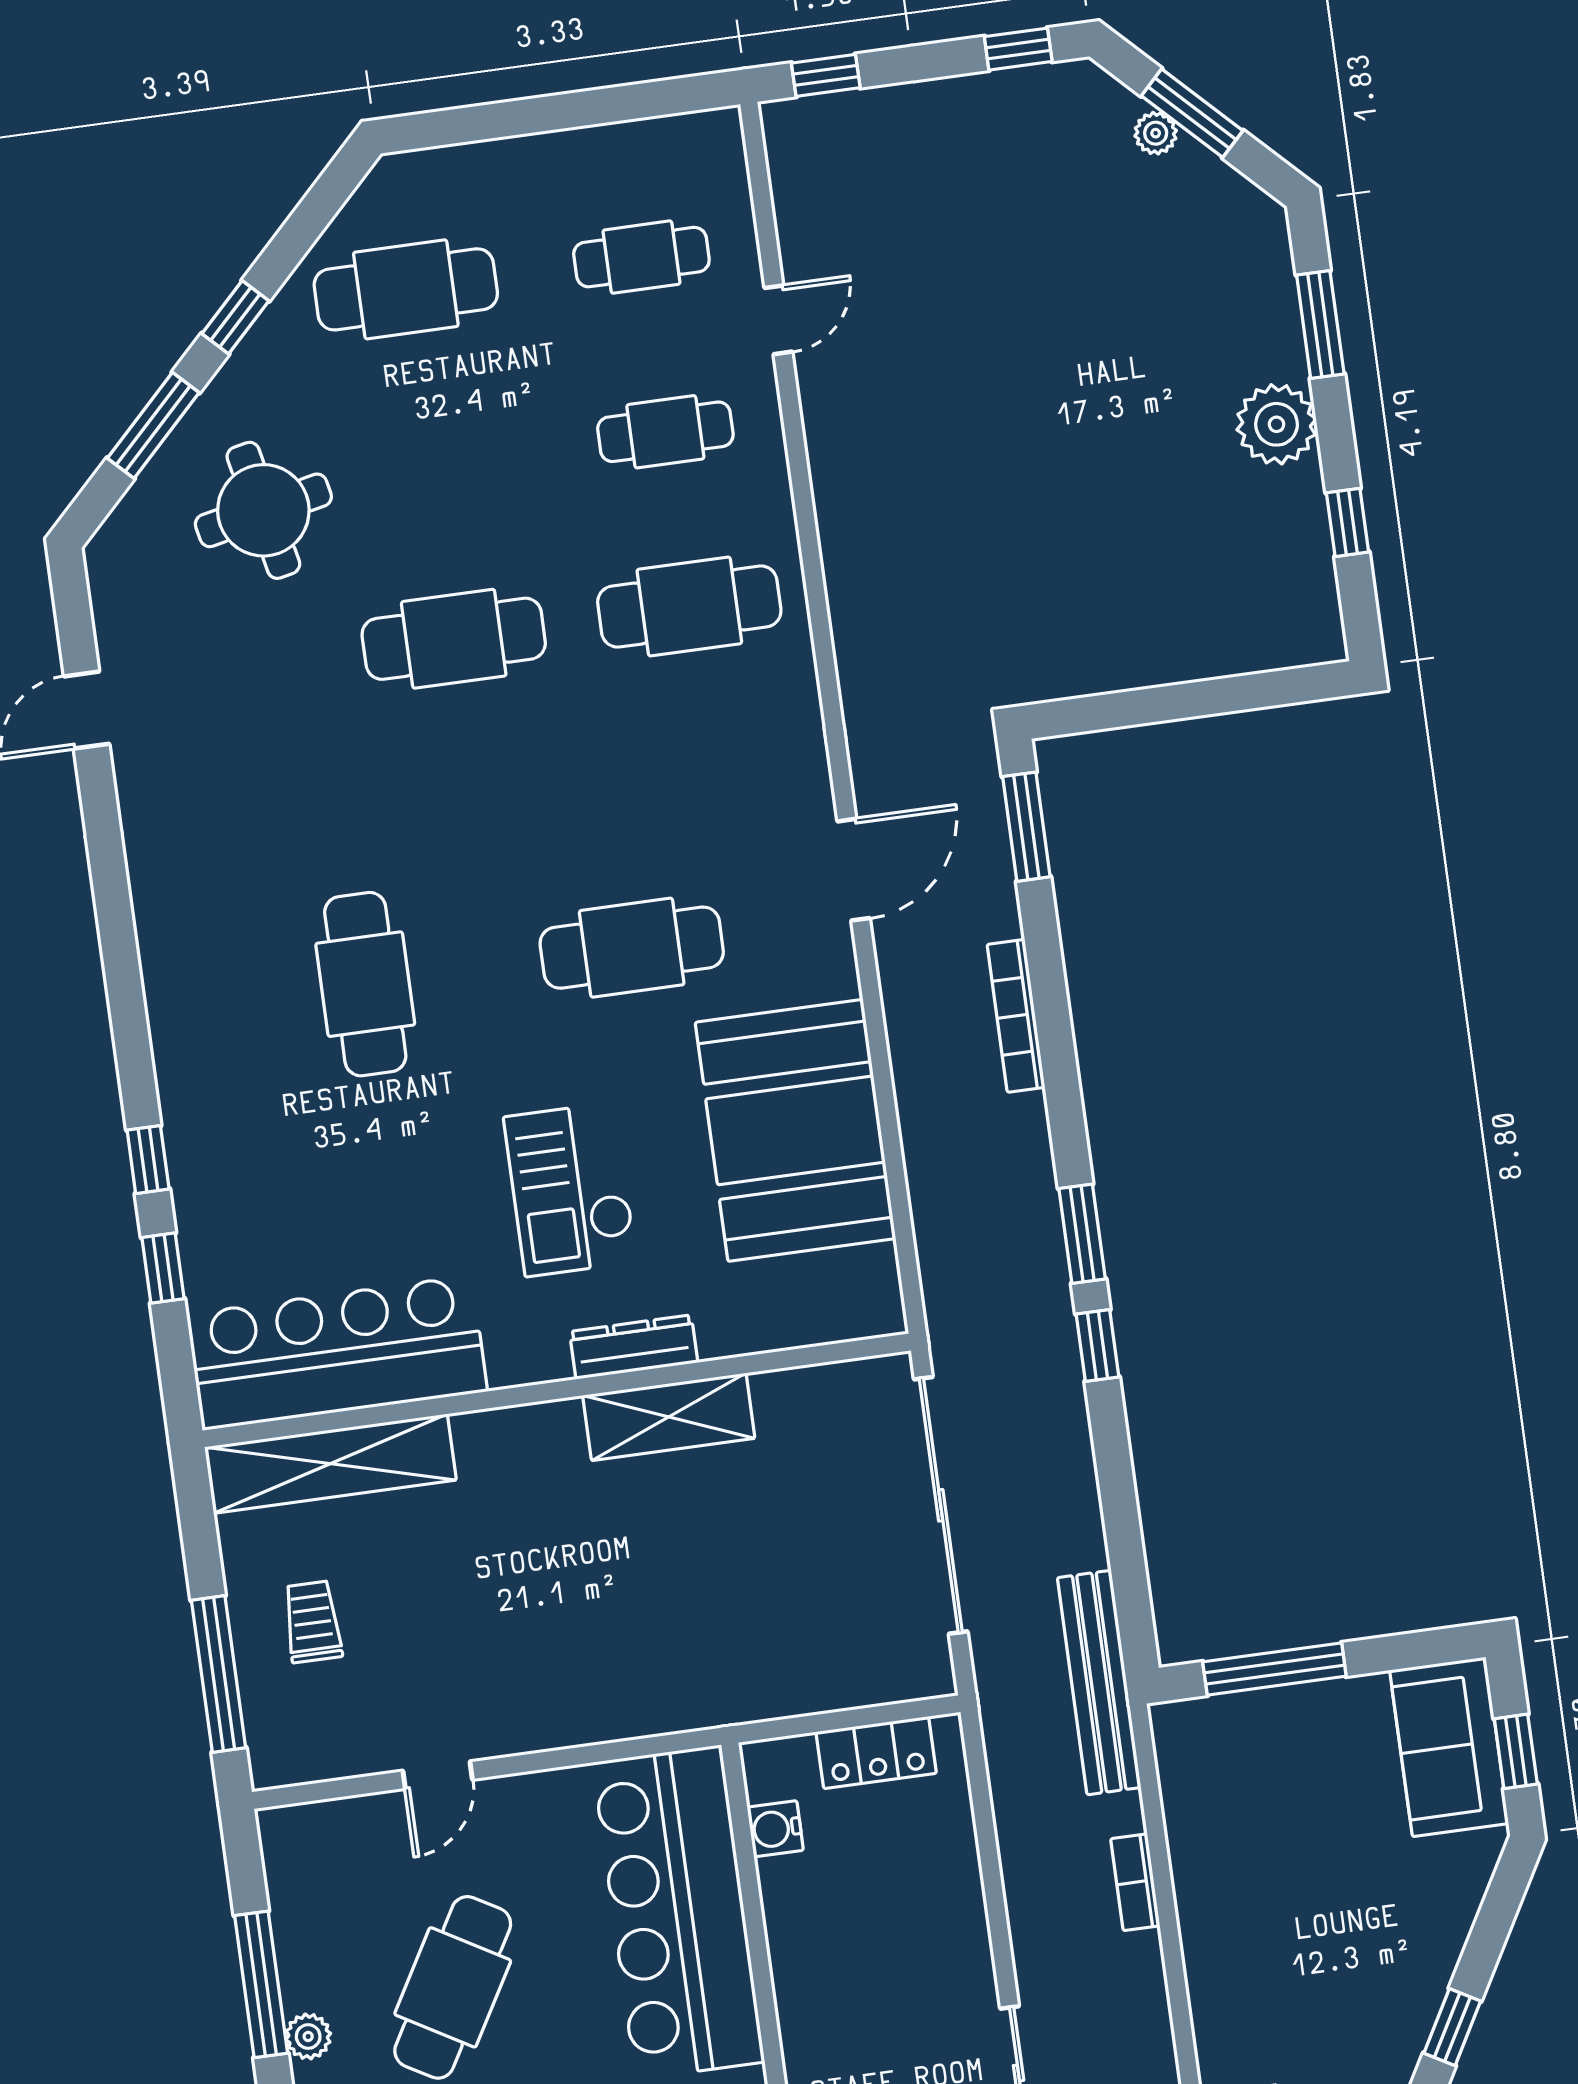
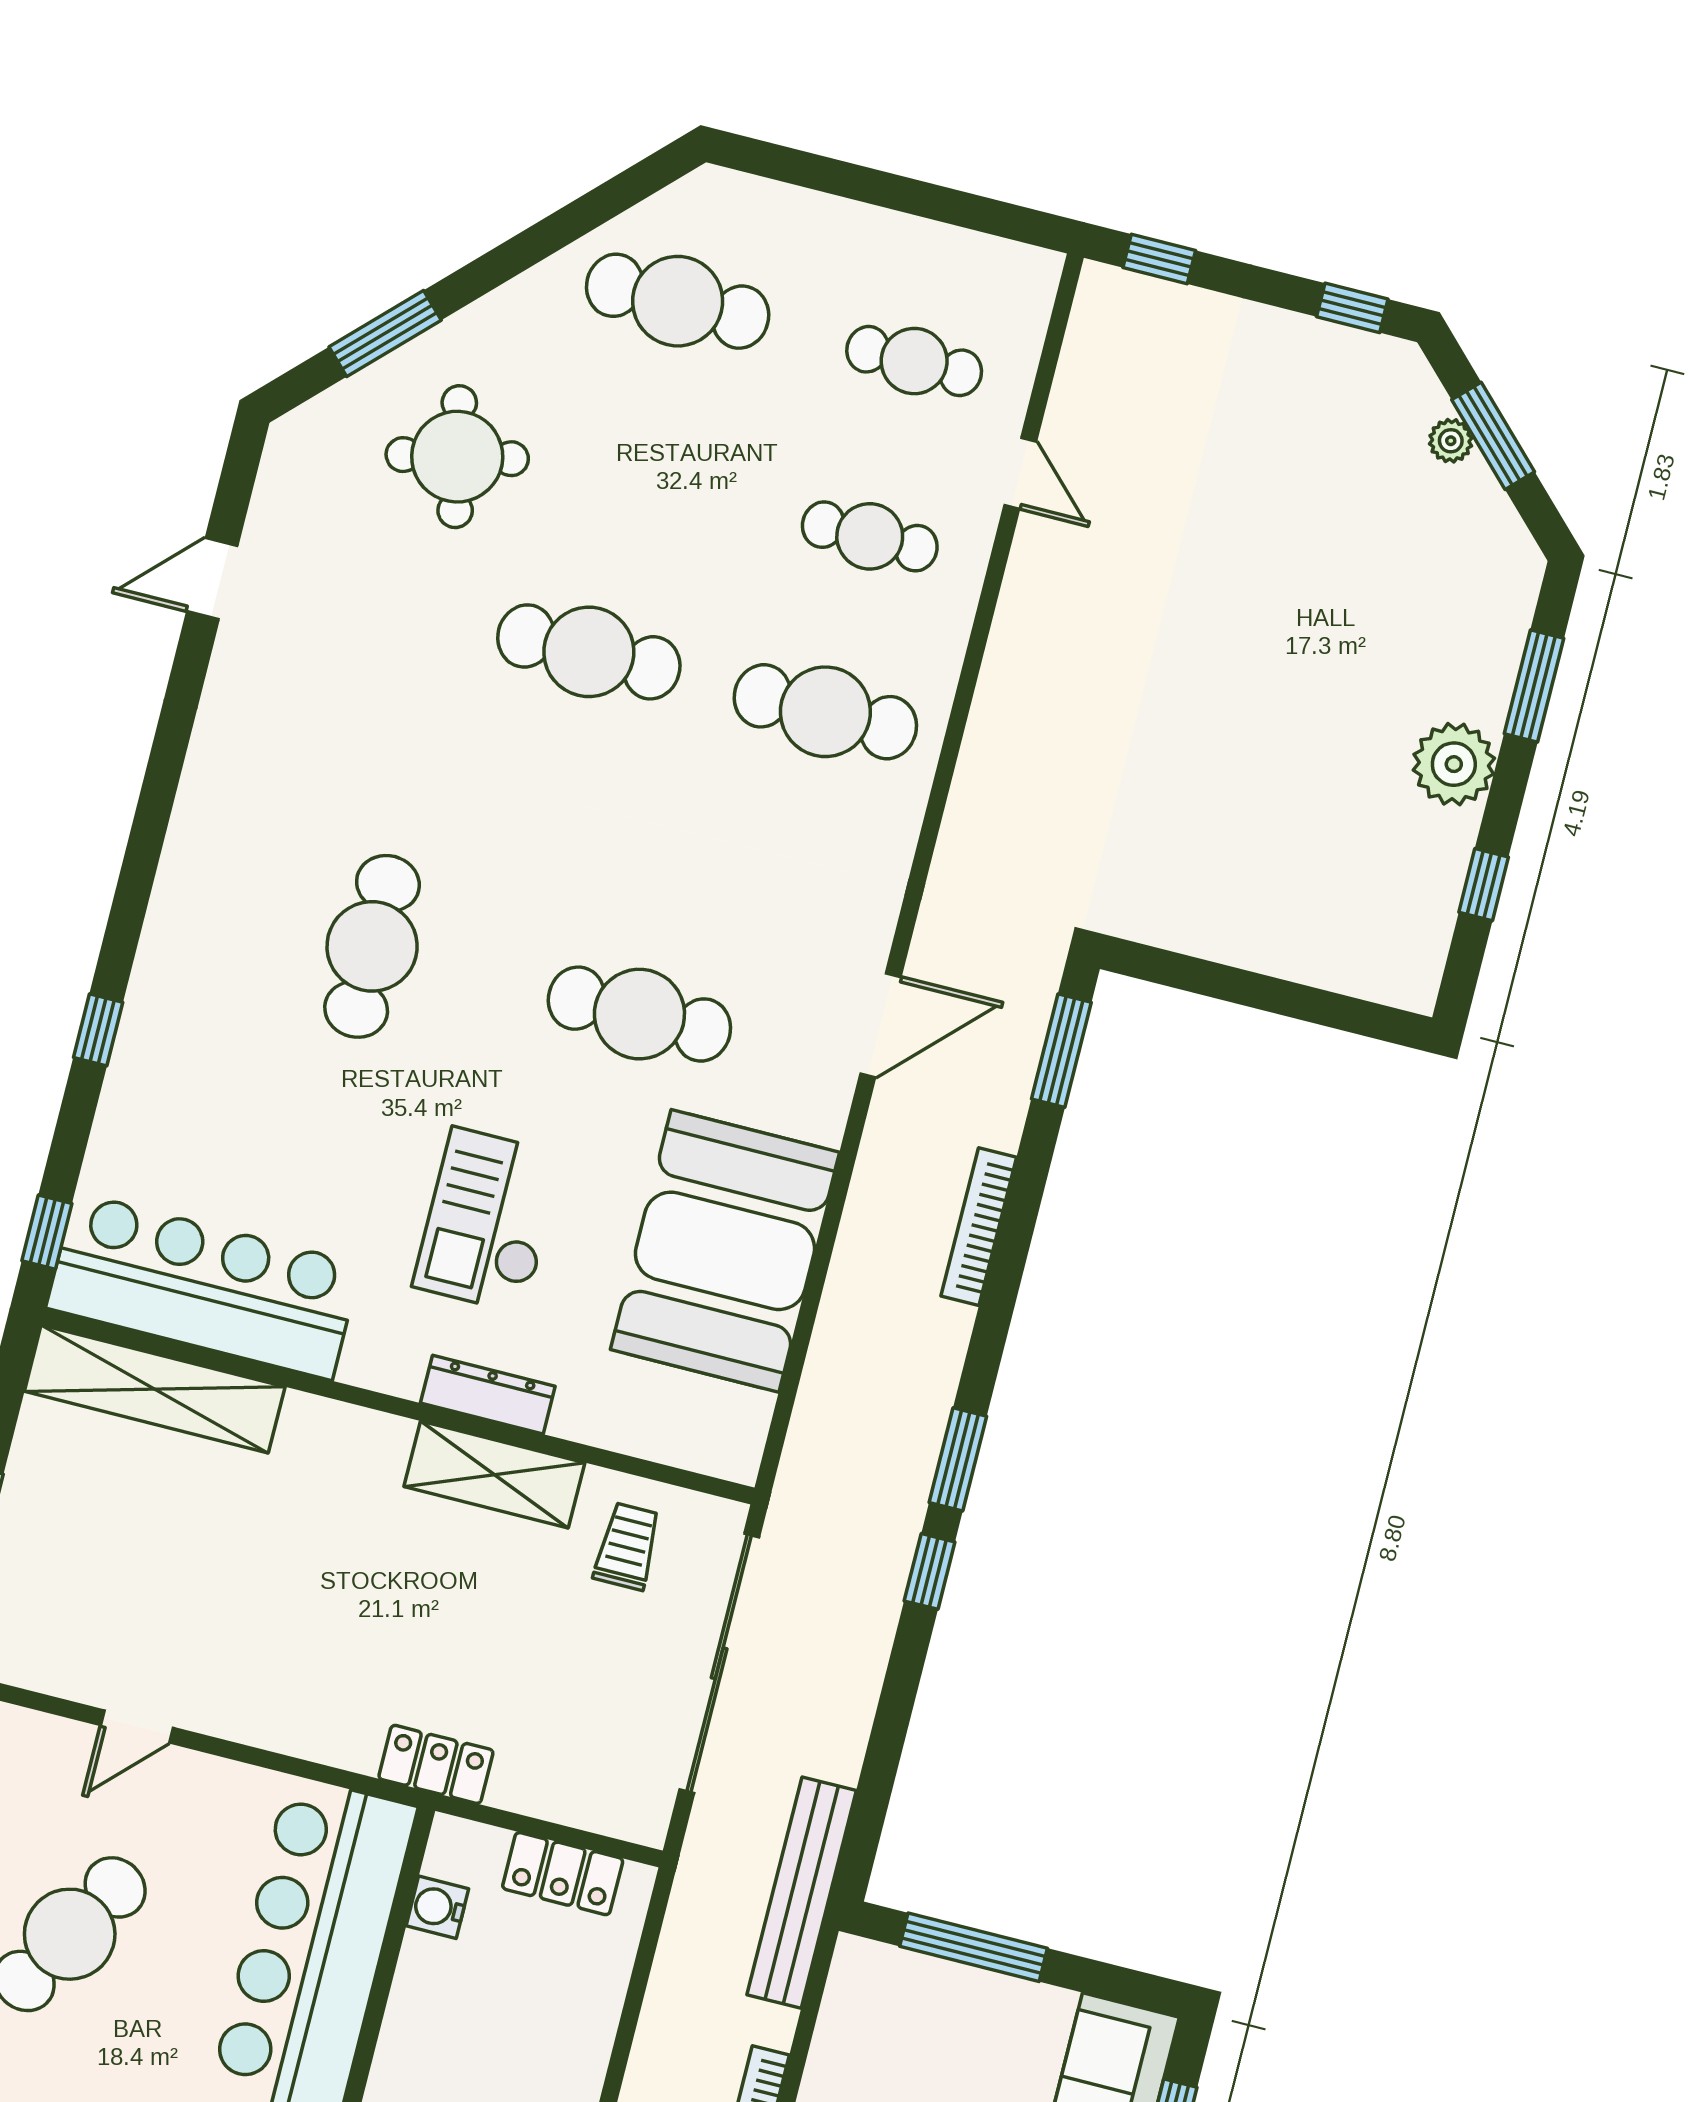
window: (235, 317) -> (505, 262), removed
door: (778, 320) -> (1020, 473), hinge flipped
window: (163, 1268) -> (47, 1232), moved
trolley: (313, 1622) -> (627, 1546), moved
locker: (722, 1700) -> (436, 1764), added

